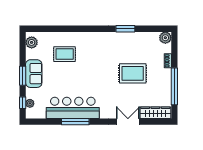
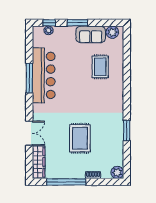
sofa: (34, 74) -> (91, 34), moved

